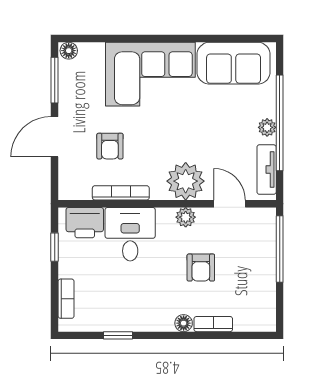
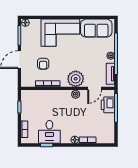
door: (230, 204) -> (95, 88), swing flipped
printer: (85, 223) -> (108, 105), moved, turned 90
desk: (130, 234) -> (49, 132), moved, turned 180
armchair: (201, 268) -> (82, 116), removed

